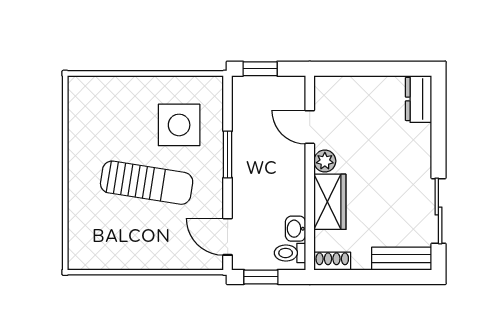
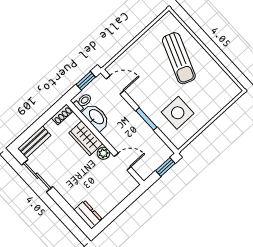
sun lounger: (147, 183) -> (179, 58), moved, turned -78
washbasin: (295, 229) -> (96, 117), width x1.91, depth x1.45

